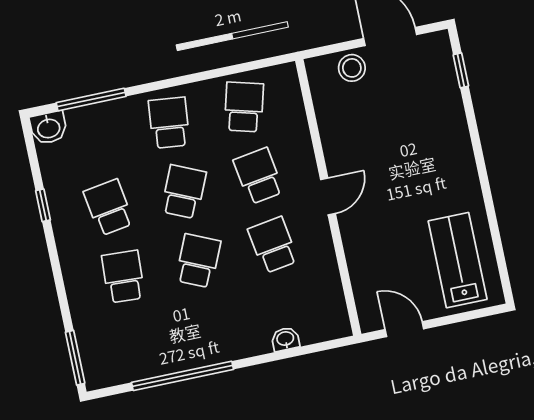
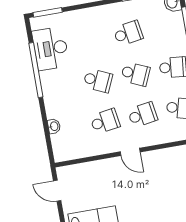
school desk: (123, 277) -> (91, 40), removed
door: (404, 329) -> (57, 191), swing flipped
desk: (142, 350) -> (51, 48), added

